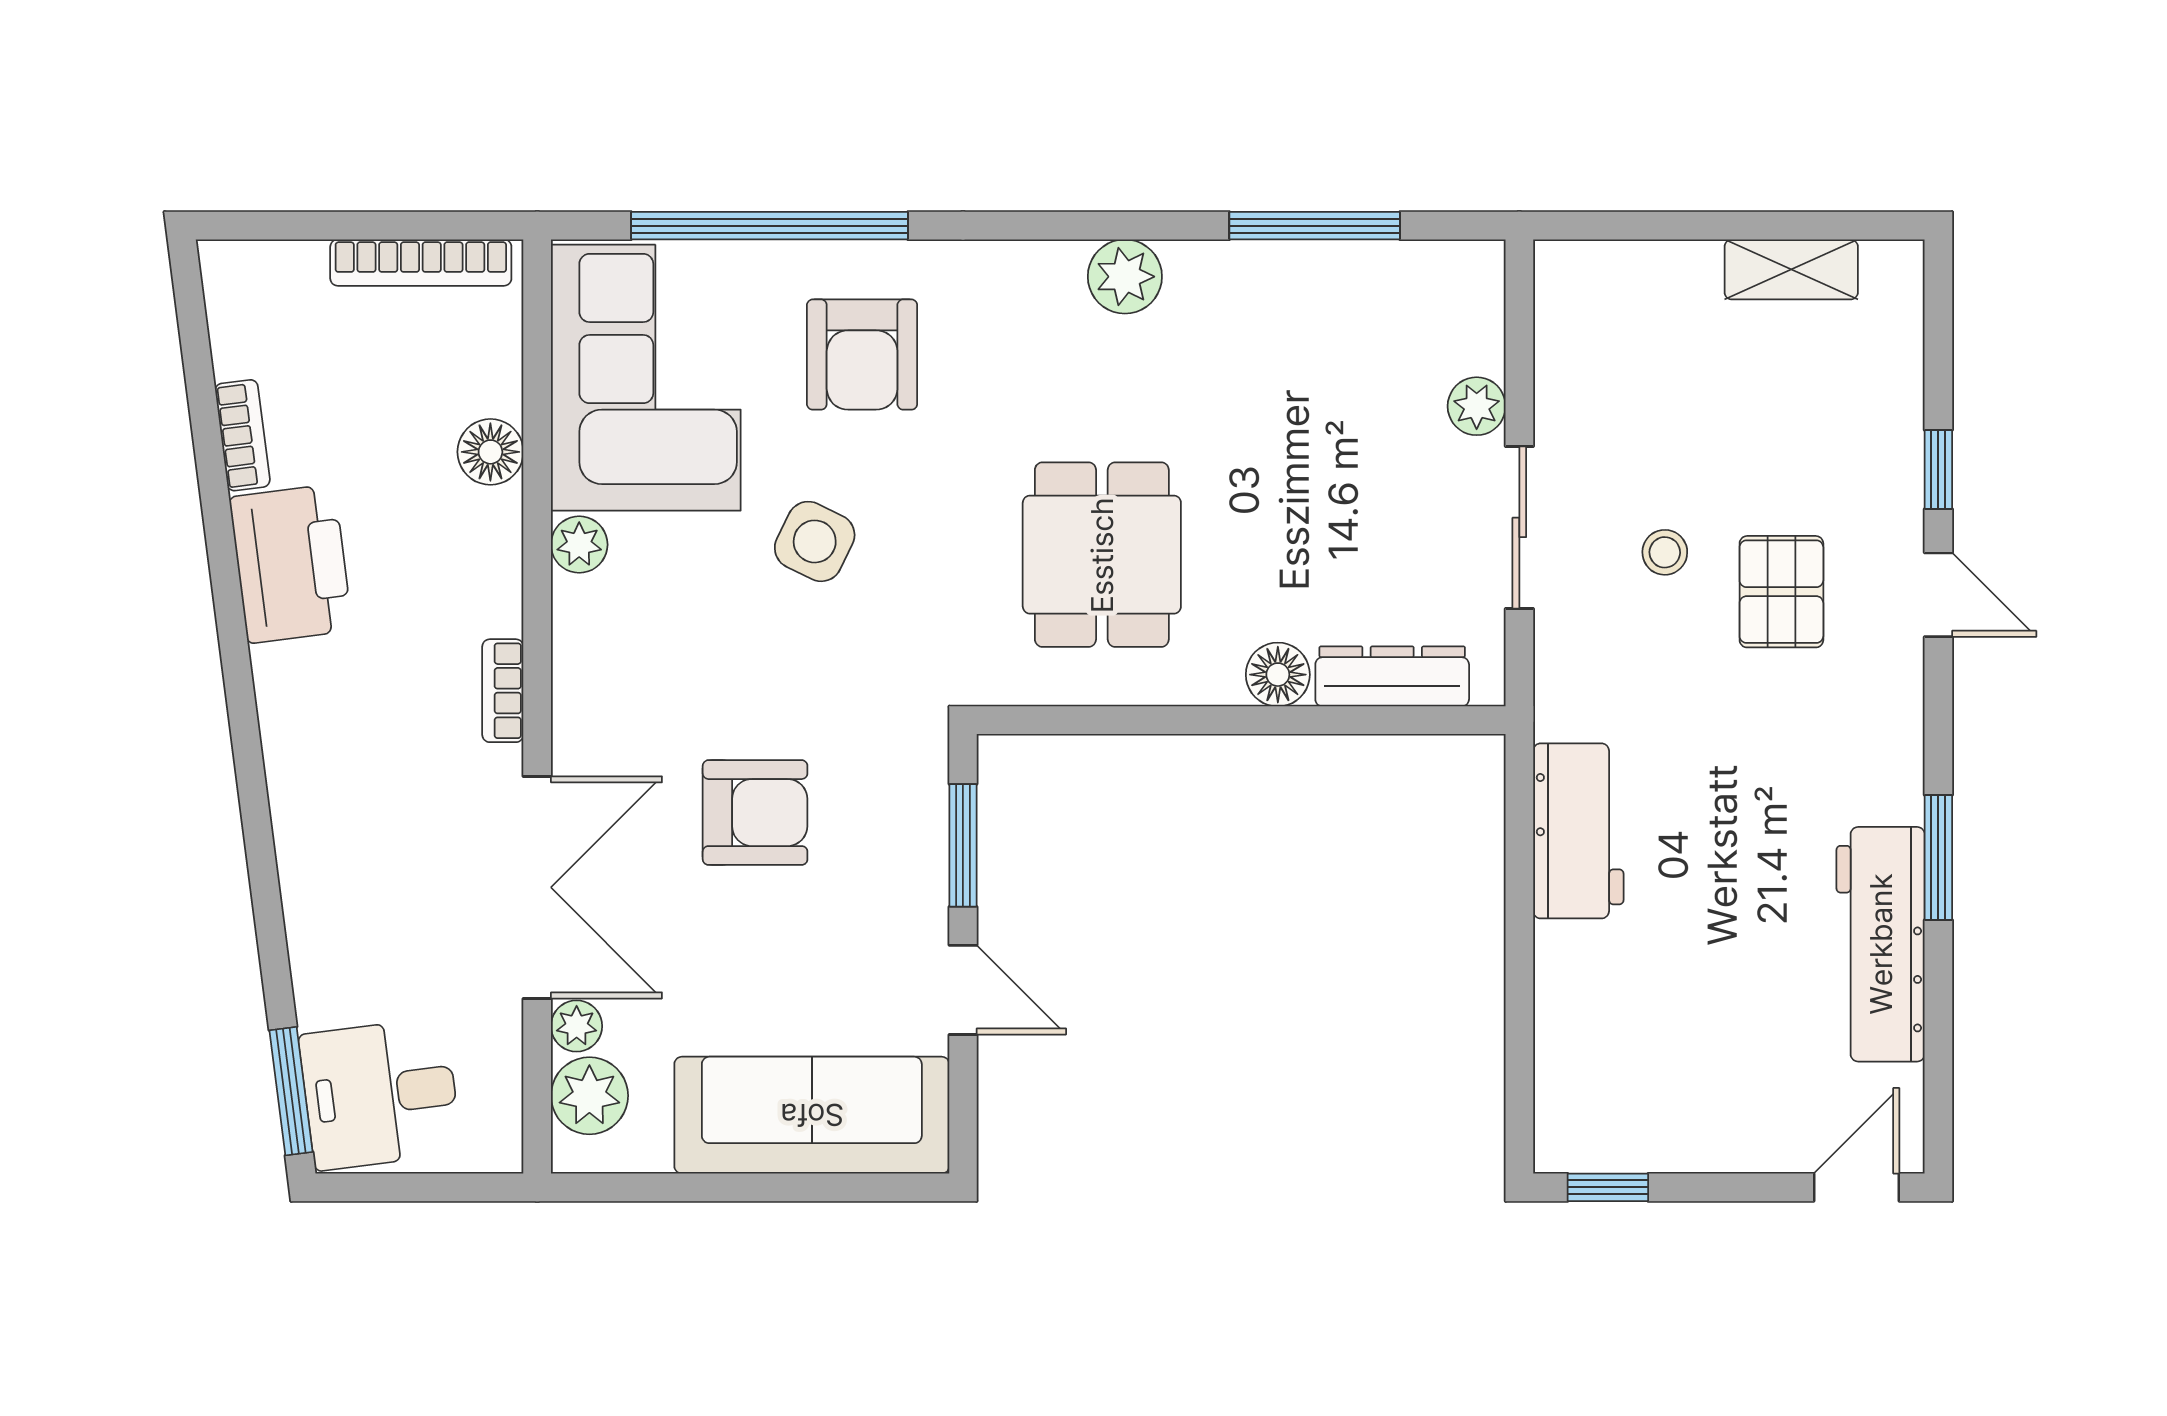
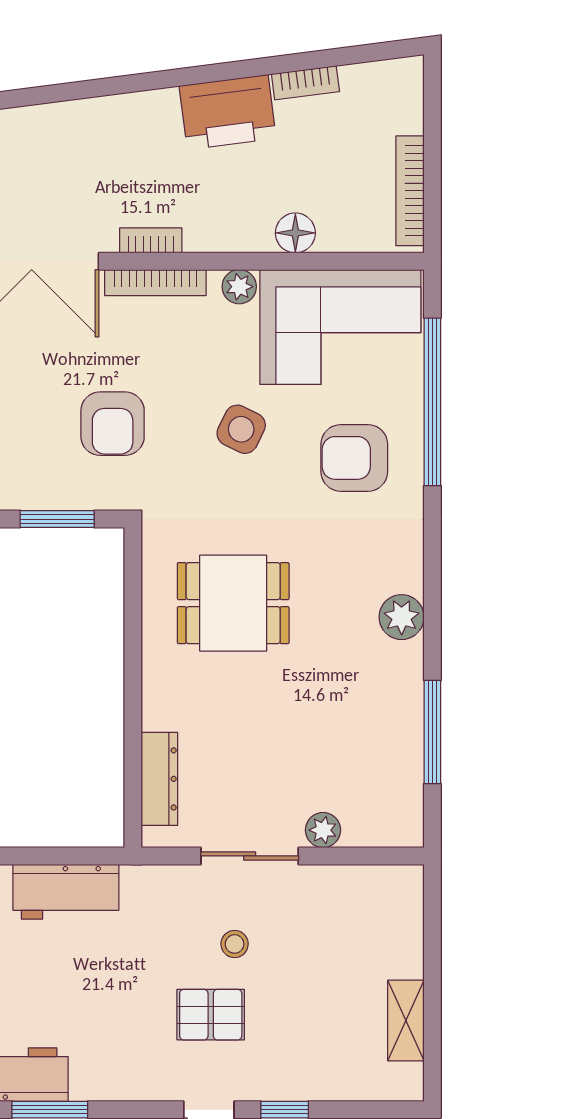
floor lamp: (1278, 675) -> (161, 710), removed
bookcase: (572, 683) -> (155, 283), added
armchair: (755, 813) -> (113, 424), moved

